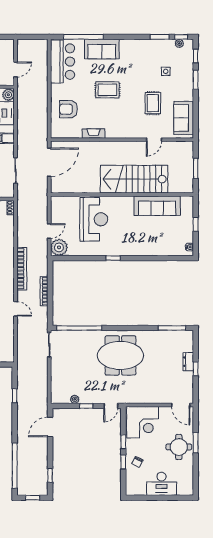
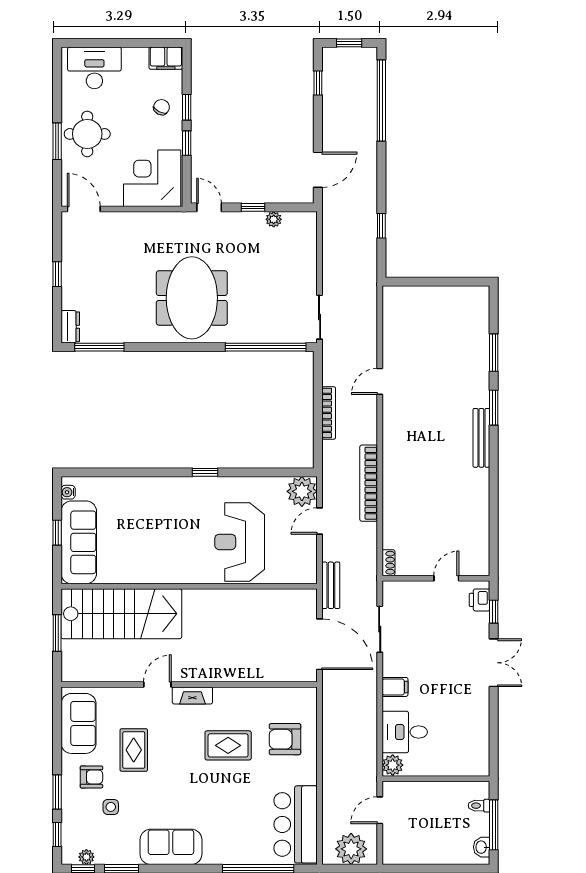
plant: (32, 48) -> (351, 849), added
sofa: (102, 49) -> (171, 847), moved
armchair: (176, 88) -> (91, 777), added
rug: (107, 90) -> (228, 745), moved
armchair: (68, 109) -> (285, 739), turned 180
fireplace: (94, 134) -> (192, 696), moved
door: (154, 140) -> (157, 685), moved
door: (49, 162) -> (320, 644), swing flipped
stairs: (134, 179) -> (121, 614), moved
bench: (43, 195) -> (331, 585), added
sofa: (157, 206) -> (79, 542), moved, turned 90
bookcase: (22, 269) -> (369, 483), moved
door: (16, 309) -> (380, 381), hinge flipped
meeting table: (120, 355) -> (192, 298), turned 90
dresser: (188, 362) -> (70, 327), moved
door: (111, 406) -> (209, 207), hinge flipped
desk: (162, 484) -> (94, 68), moved
filing cabinet: (135, 489) -> (166, 58), added

